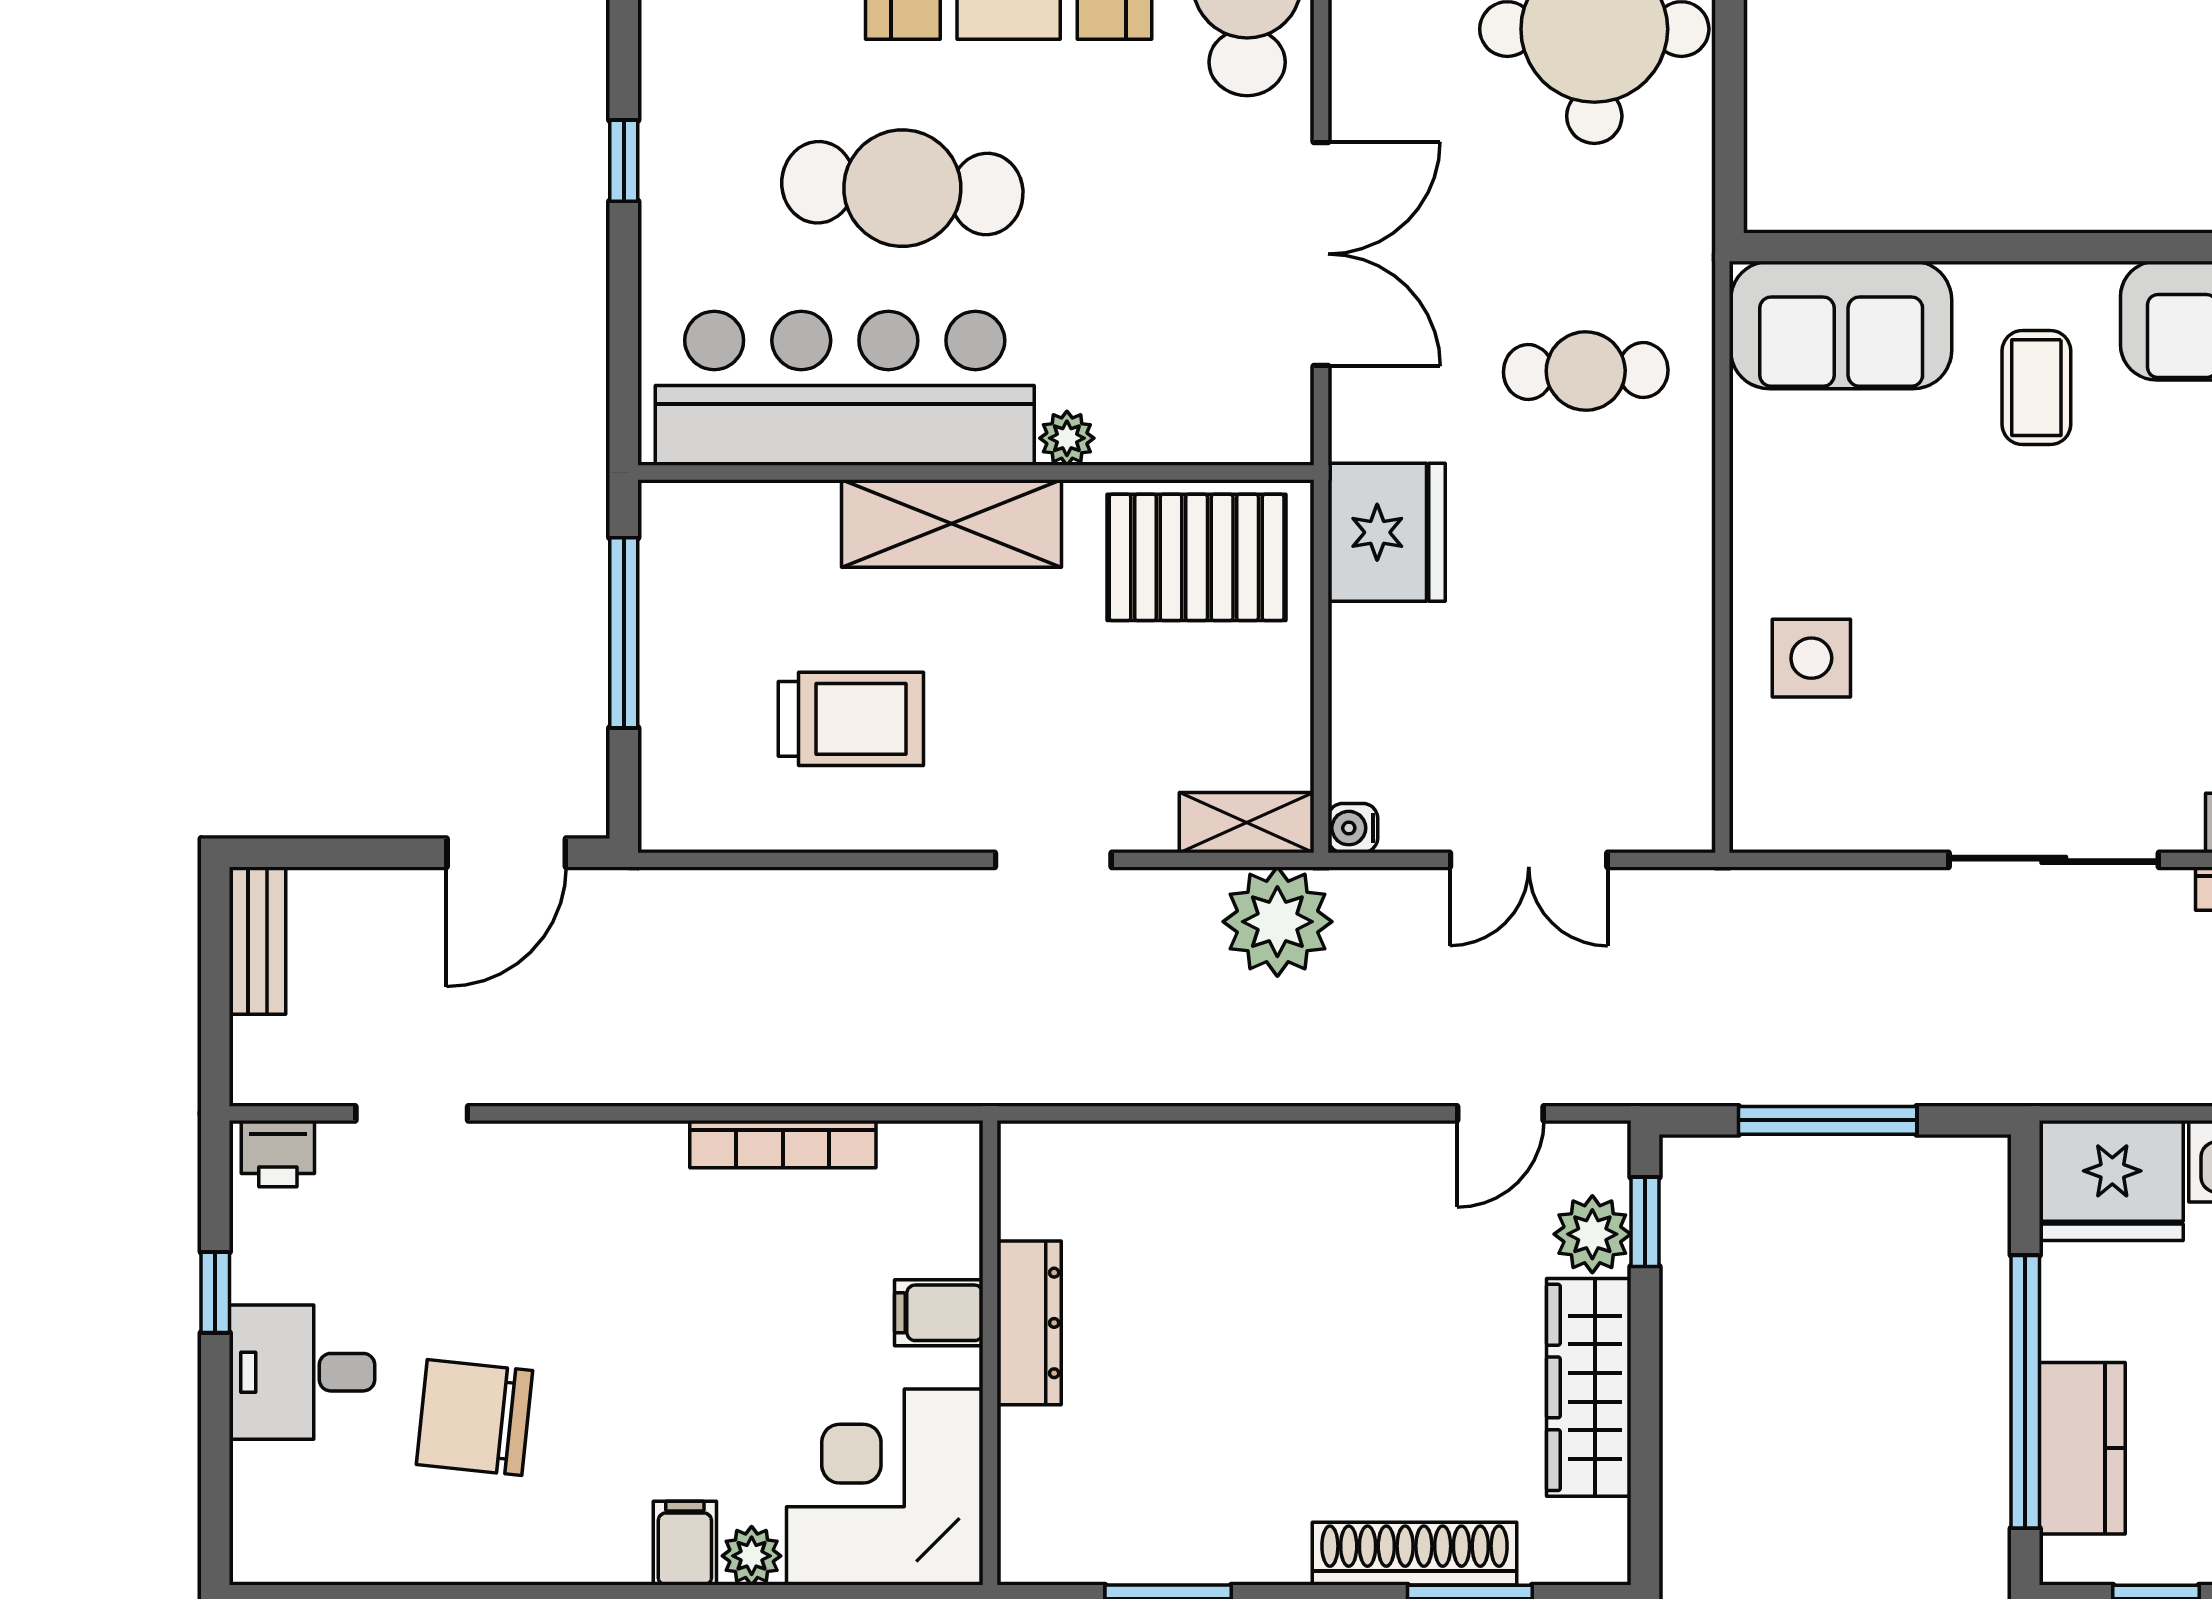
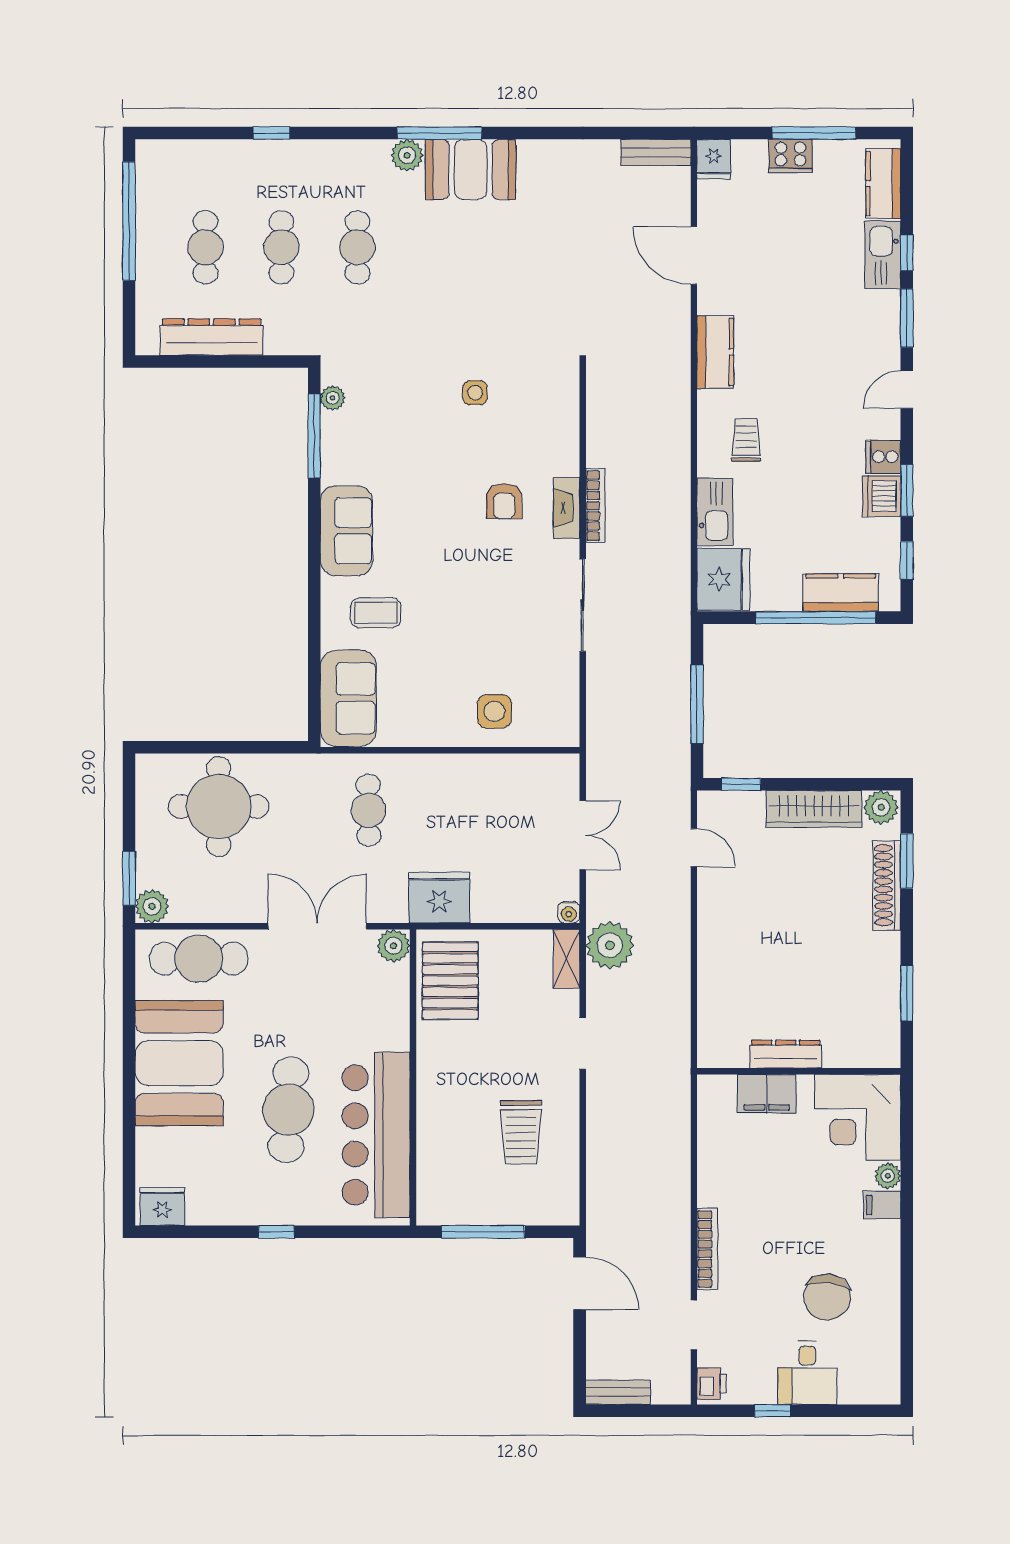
plant: (1067, 438) -> (393, 946), moved, width x1.38, depth x1.38
shelving: (952, 523) -> (435, 1088), removed
trolley: (851, 719) -> (521, 1132), turned 180
bookcase: (783, 1144) -> (707, 1249), moved
plant: (1592, 1234) -> (881, 807), moved
filing cabinet: (939, 1313) -> (767, 1094), width x2.00

